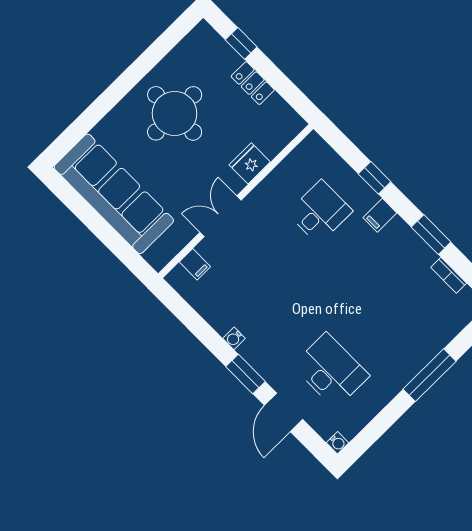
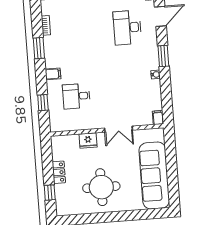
window: (375, 178) -> (43, 103), moved
filing cabinet: (195, 264) -> (158, 117), moved
door: (284, 412) -> (160, 16), moved

